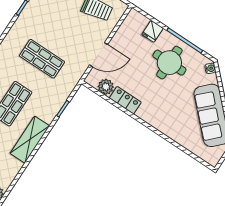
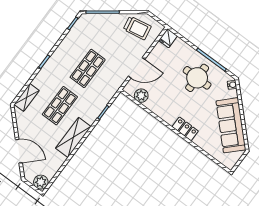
fridge: (152, 31) -> (168, 38), moved
shop shelf: (42, 59) -> (88, 68), turned 90
locker: (125, 100) -> (185, 129), moved

